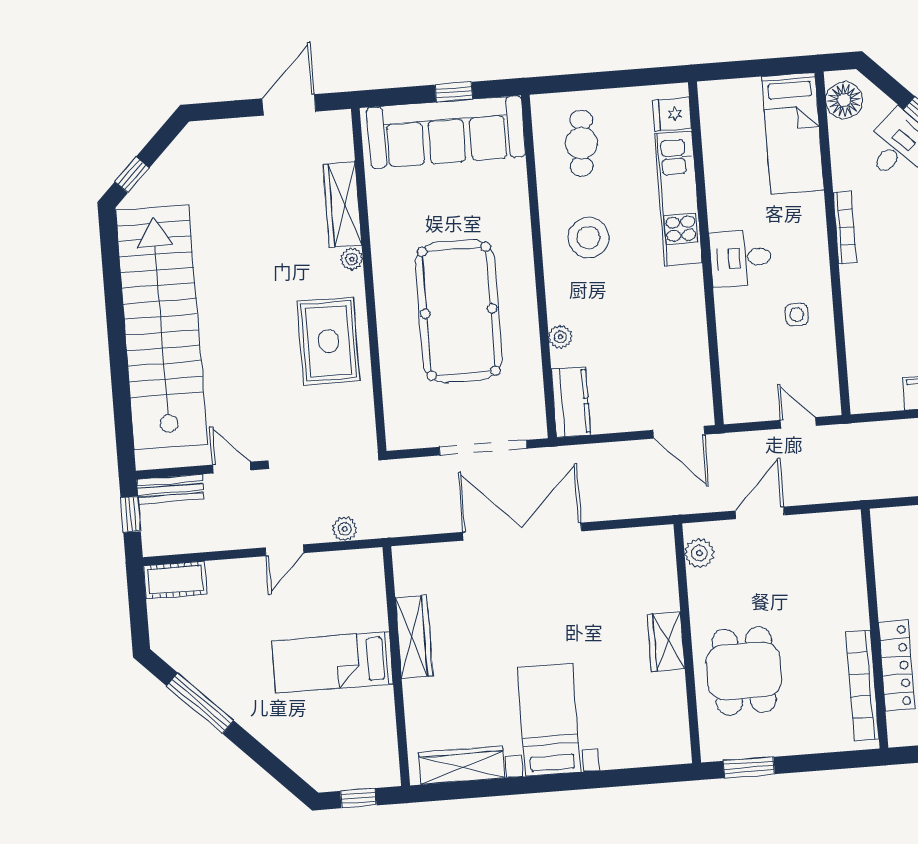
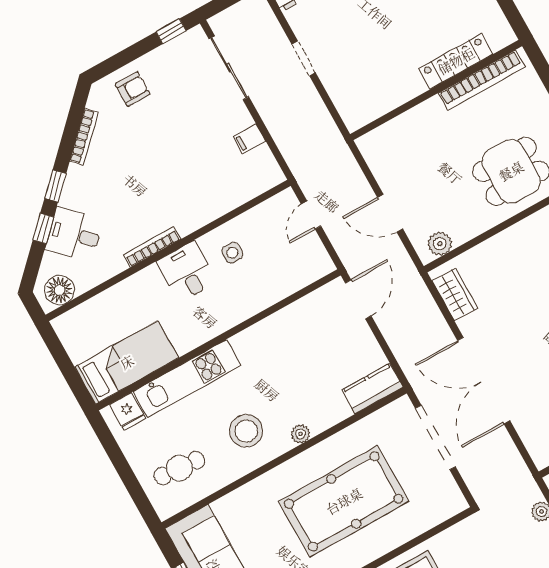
bed: (793, 133) -> (127, 362), moved
desk: (741, 258) -> (187, 272), moved, turned 180
plant: (560, 337) -> (301, 434), moved
wardrobe: (666, 641) -> (455, 294), moved, turned -90

